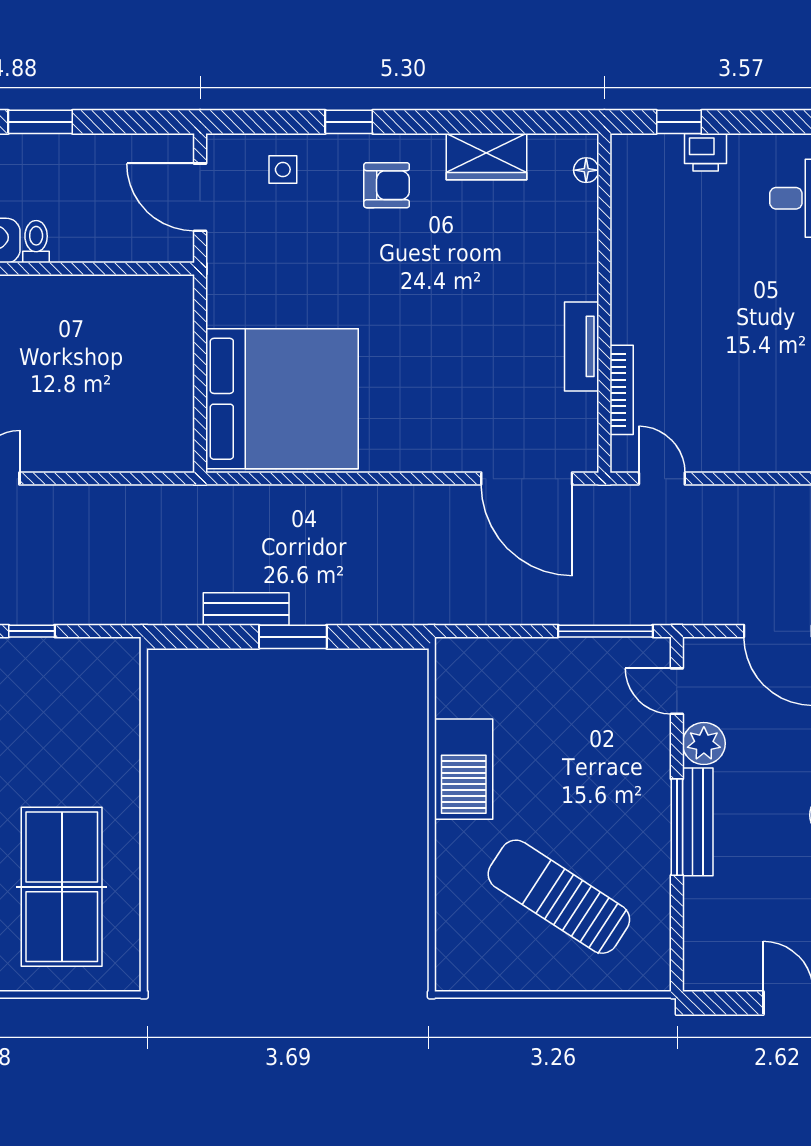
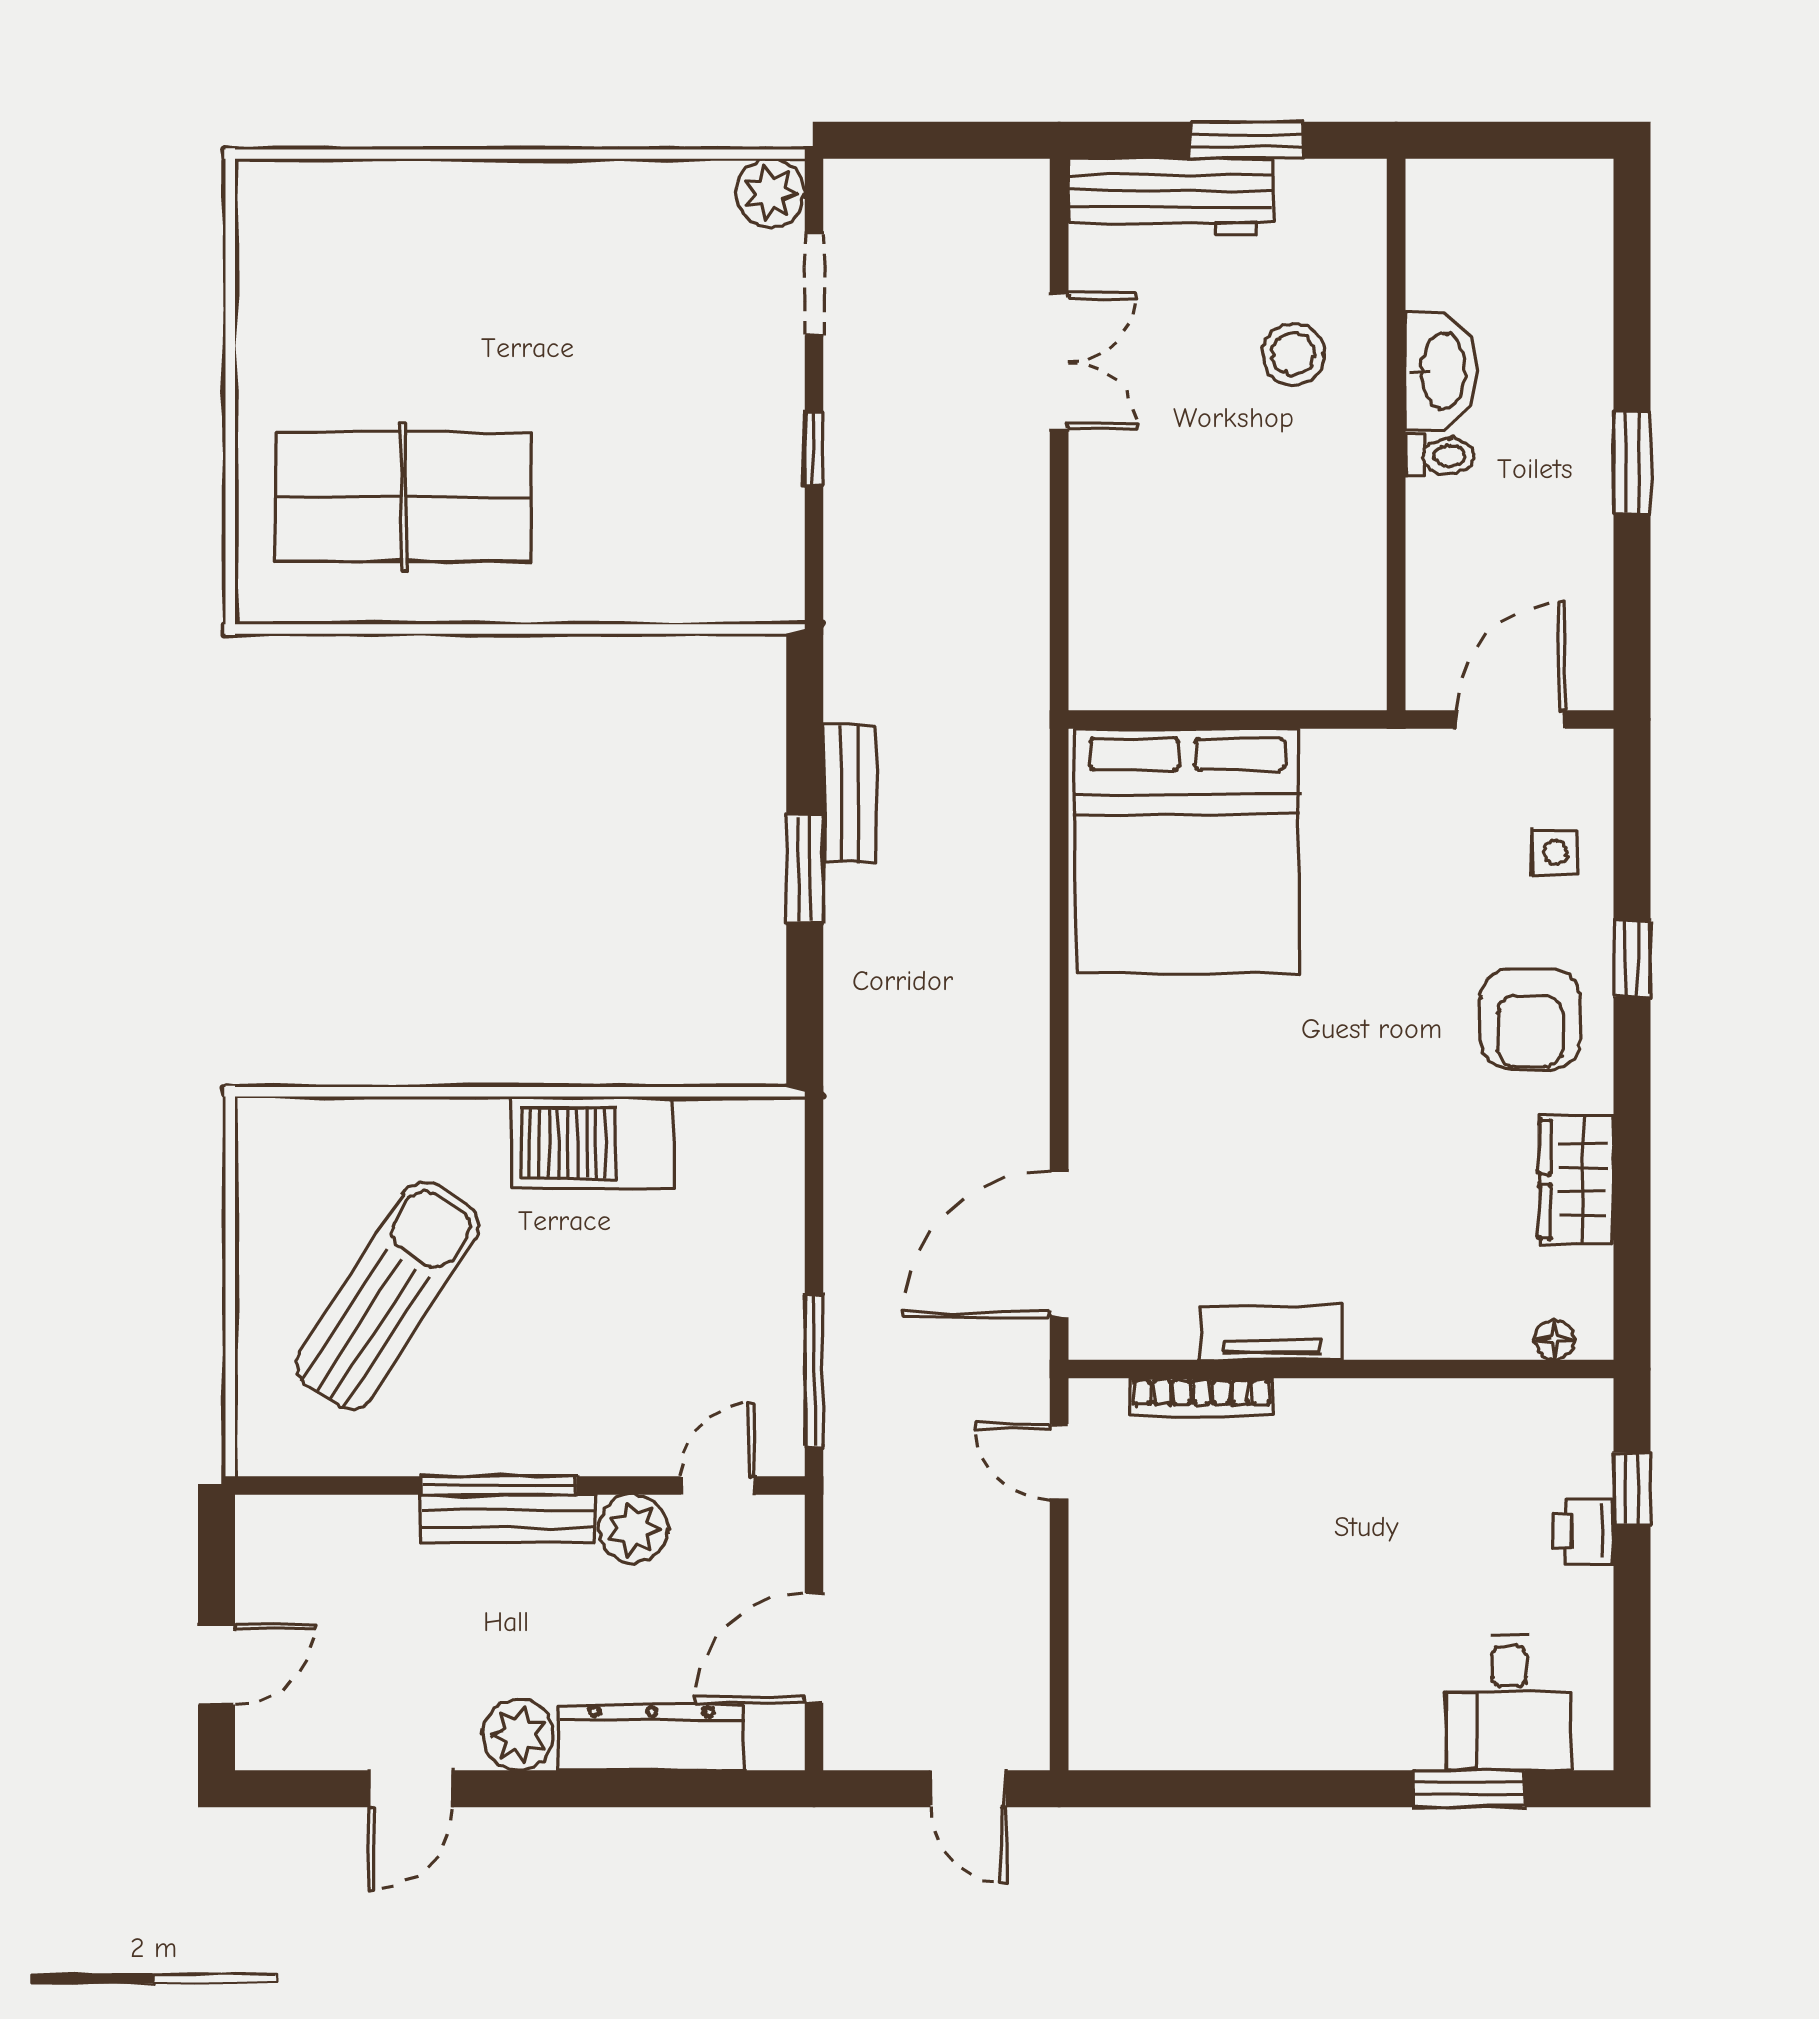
armchair: (387, 185) -> (1530, 1019), width x1.38, depth x1.38
door: (662, 479) -> (1059, 1461), swing flipped

